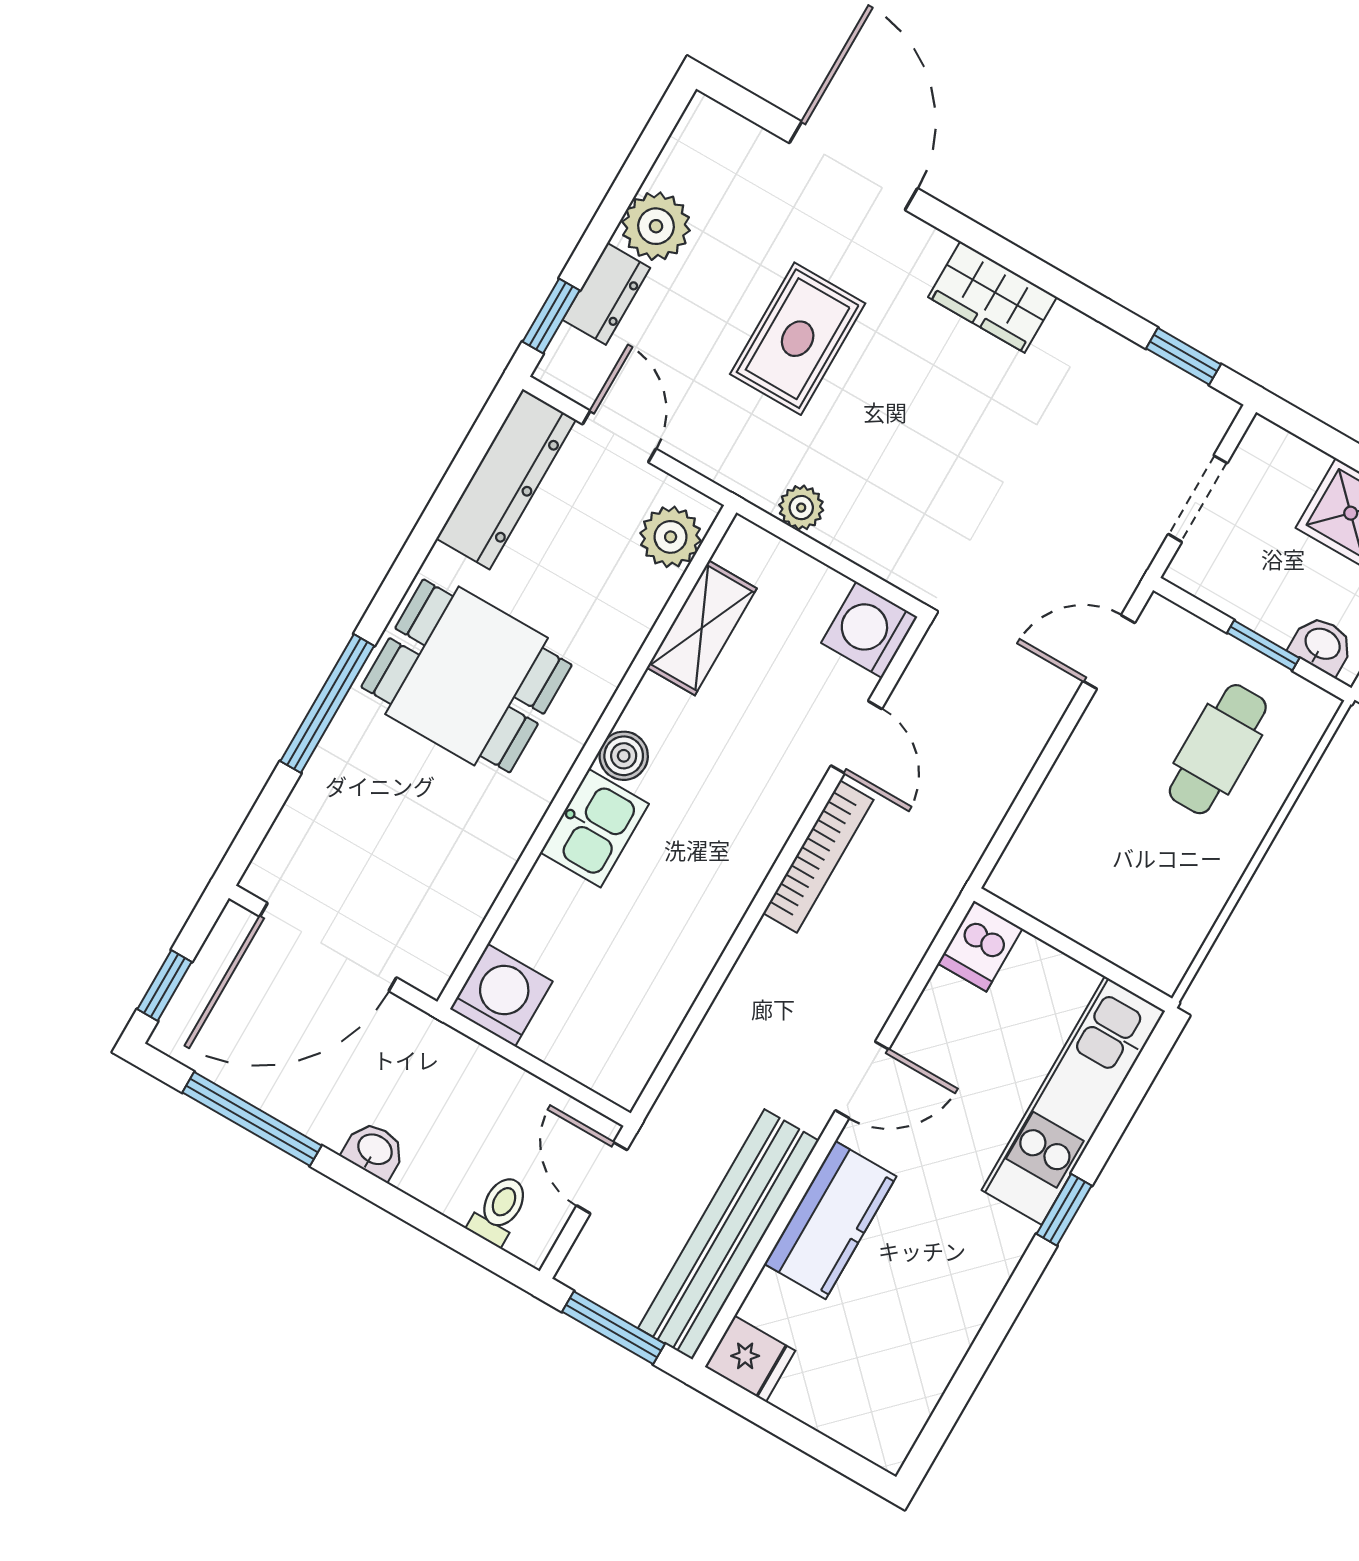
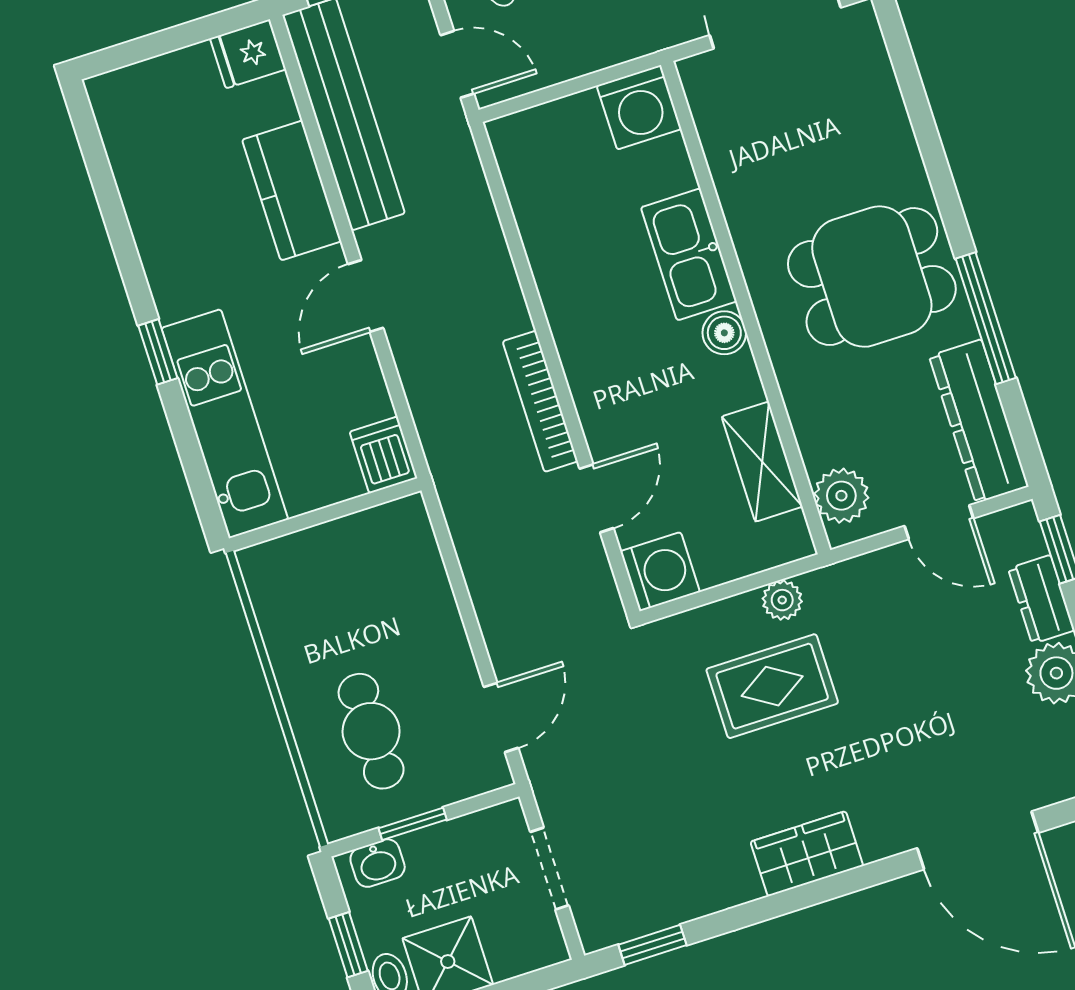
rug: (798, 339) -> (772, 686), moved, turned 90
window: (327, 704) -> (986, 318), moved
door: (856, 737) -> (597, 498), swing flipped
kitchen sink: (595, 828) -> (689, 254), width x1.38

